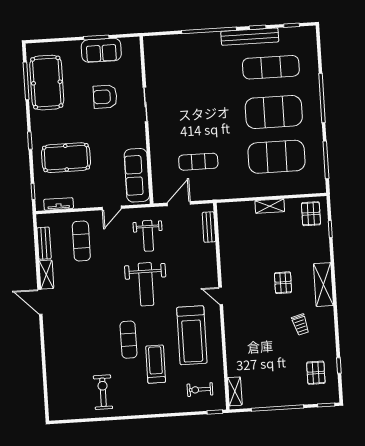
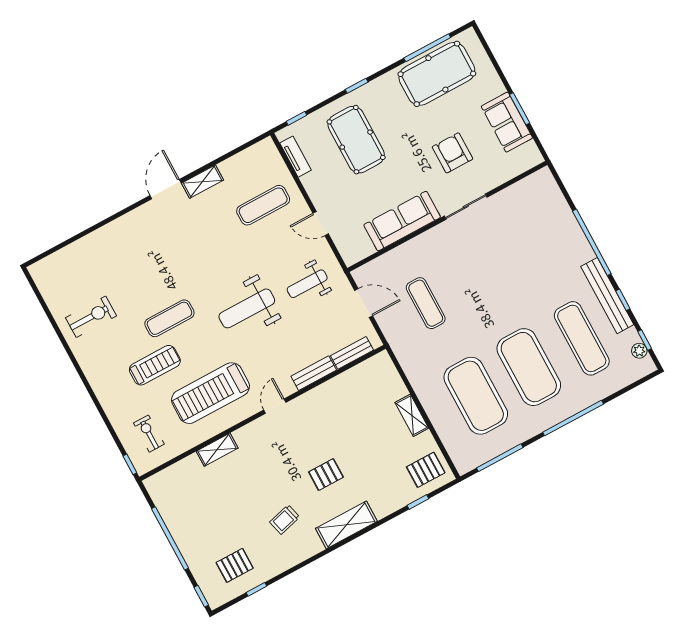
plant: (297, 32) -> (639, 351), added
sofa: (137, 175) -> (402, 221), moved
bench: (44, 243) -> (314, 373), moved
shelving: (235, 391) -> (217, 450), moved

